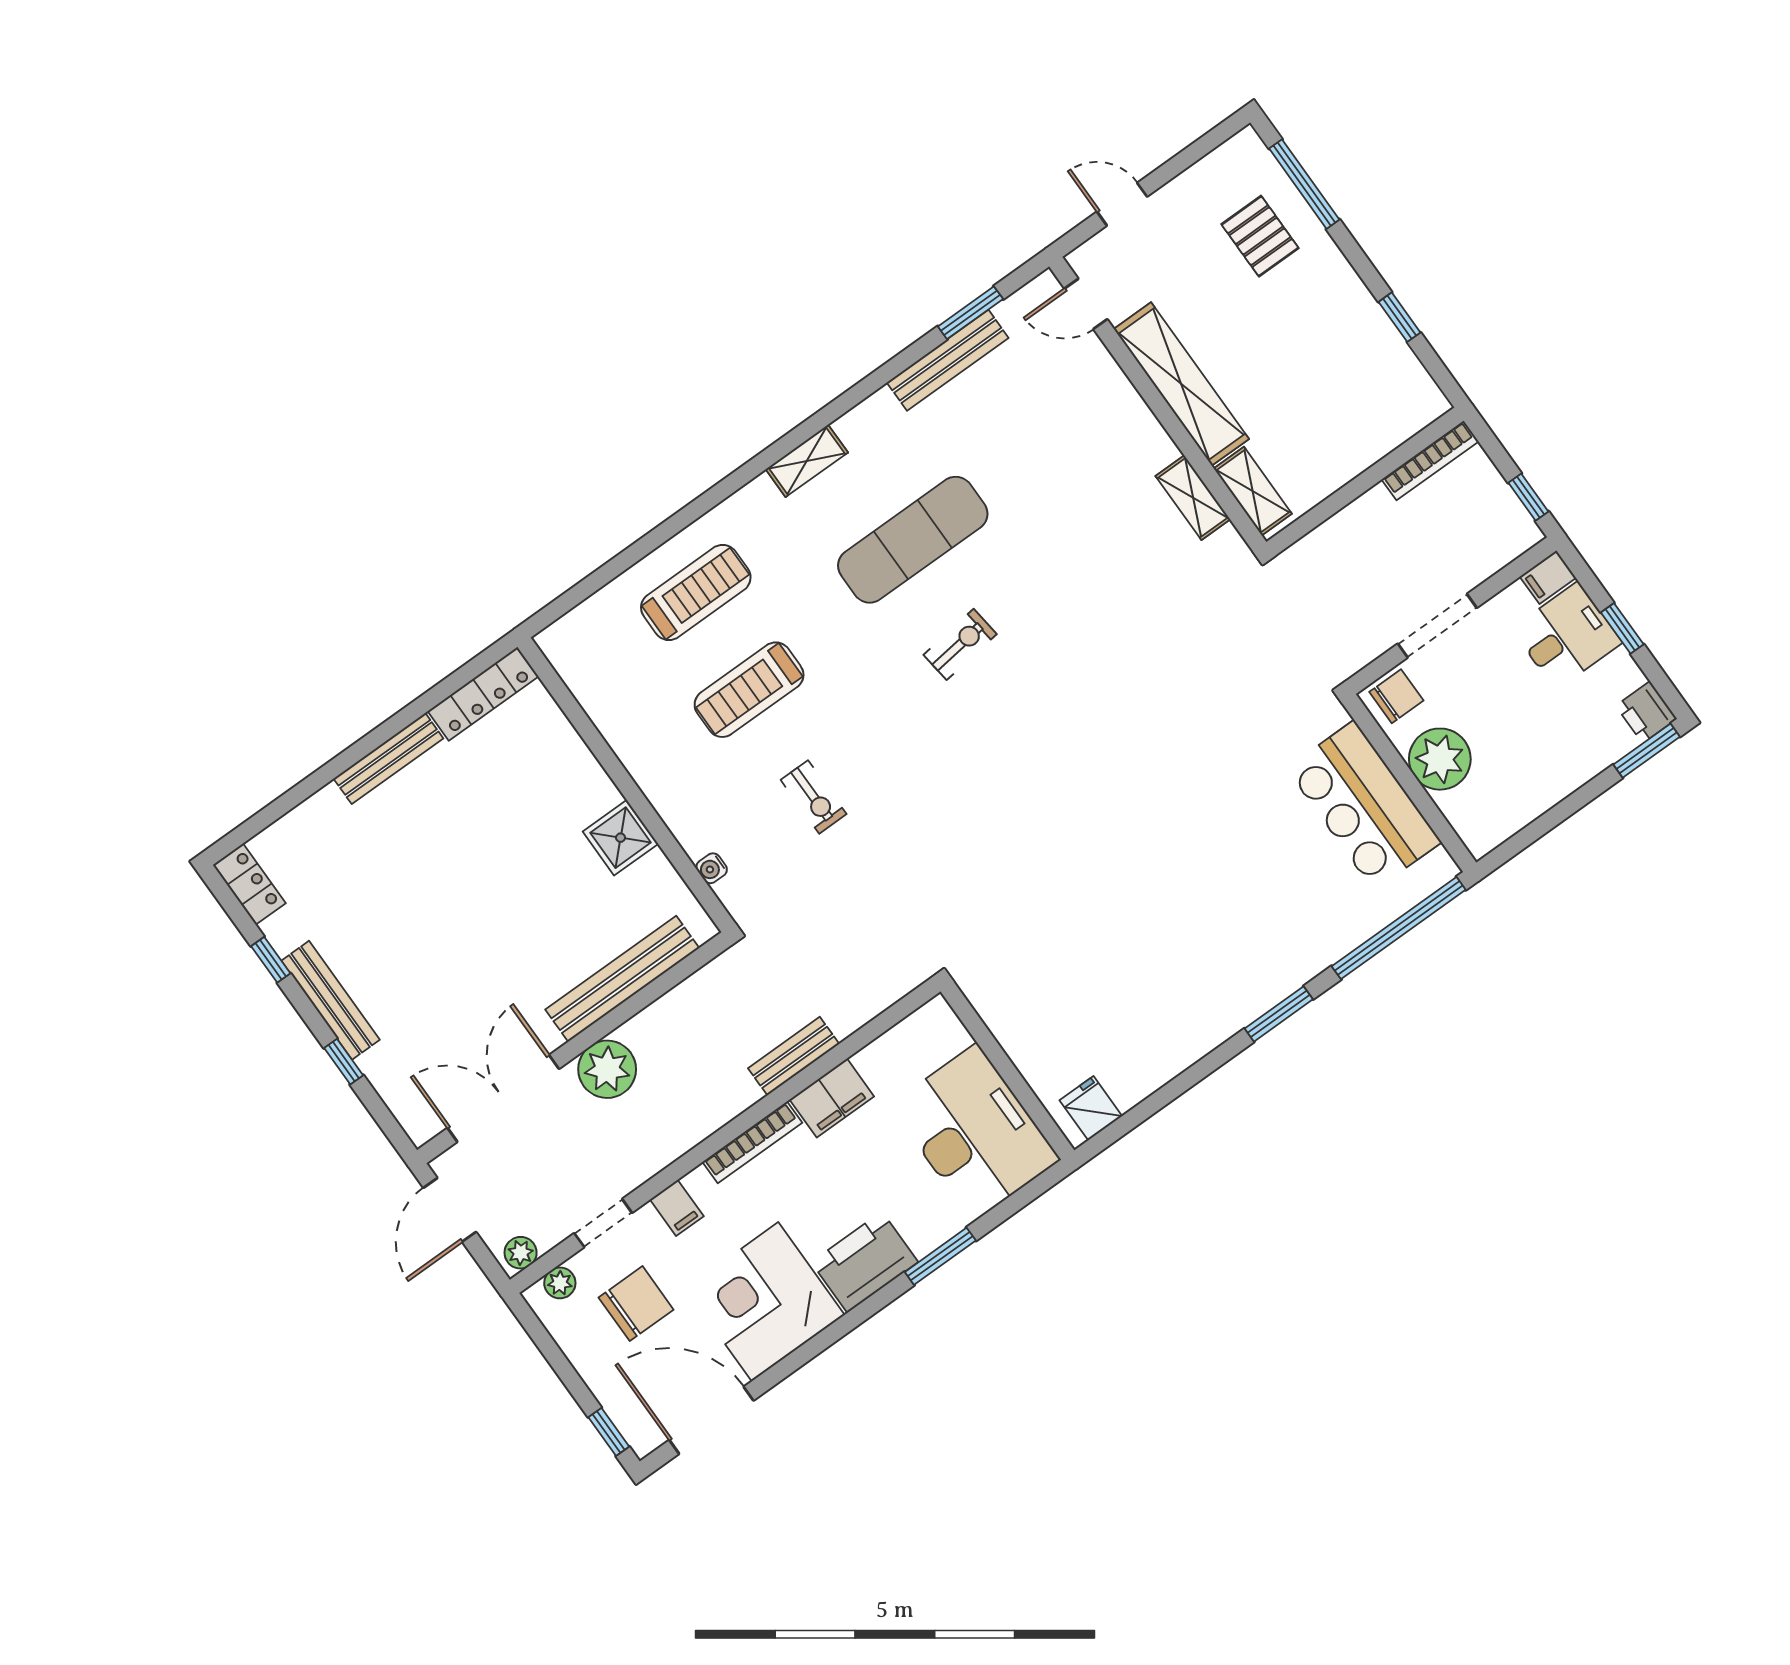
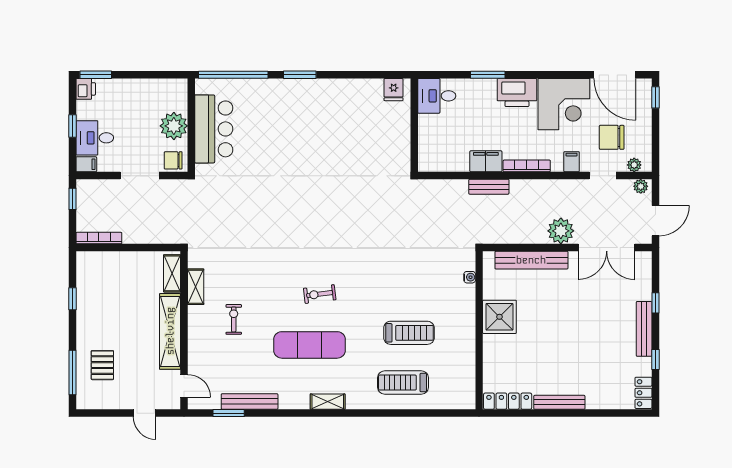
exercise bike: (814, 797) -> (234, 319), moved
shower: (621, 838) -> (499, 317), width x1.36, depth x1.36
desk: (975, 1132) -> (437, 96), width x0.53, depth x0.77

